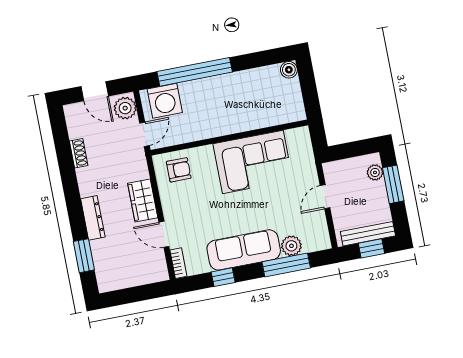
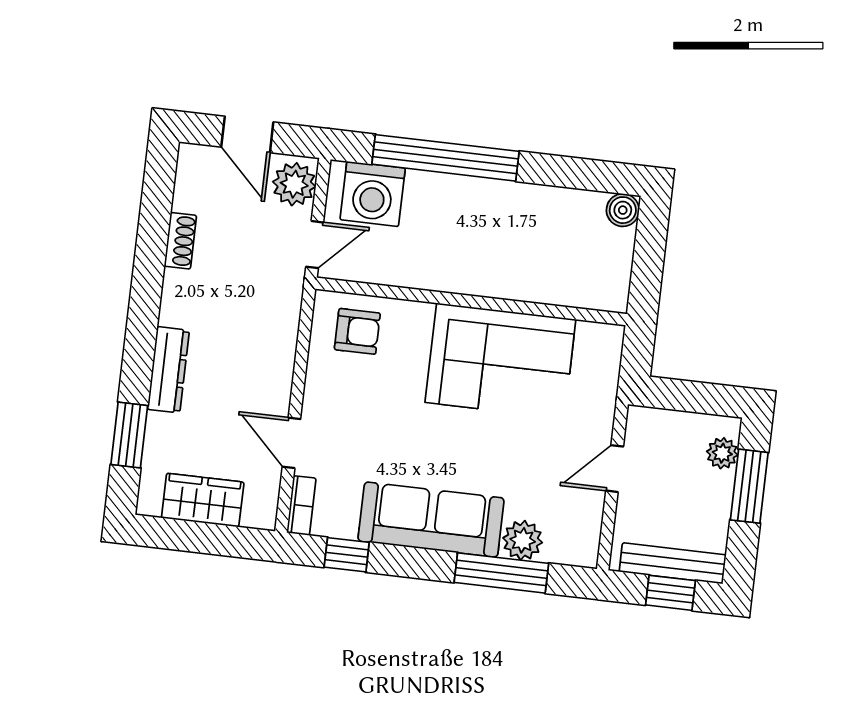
wardrobe: (143, 201) -> (203, 500), moved, turned 90
window: (223, 277) -> (347, 555), moved

